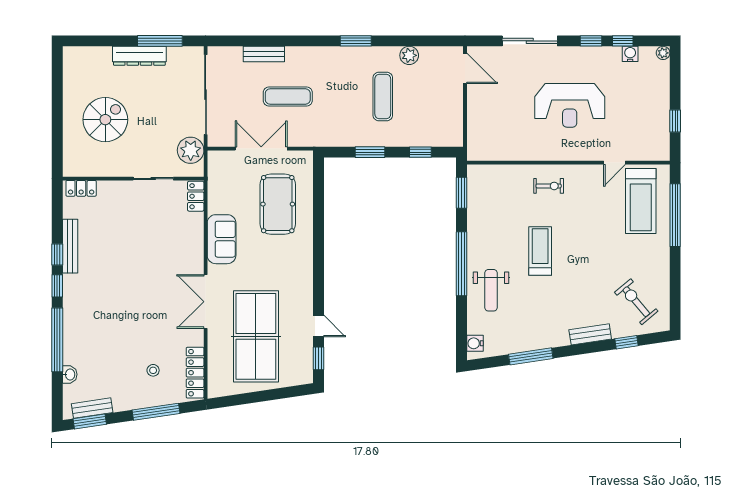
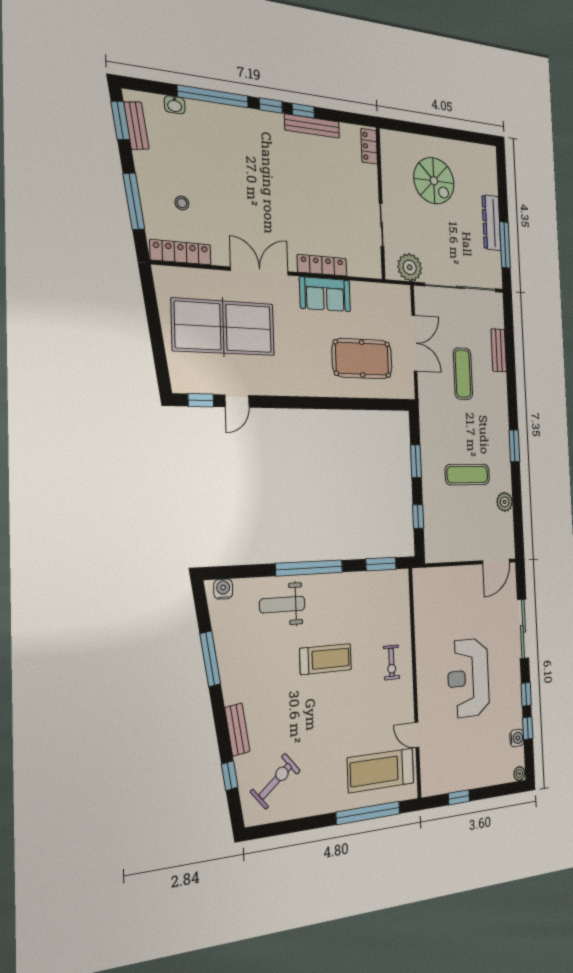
locker: (196, 196) -> (322, 265), moved, width x1.53

